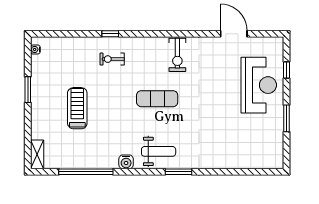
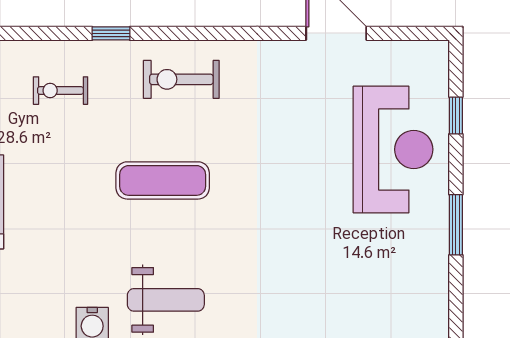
window: (110, 34) -> (111, 33), moved
exercise bike: (177, 55) -> (181, 79), moved, turned 90

